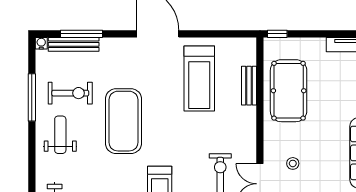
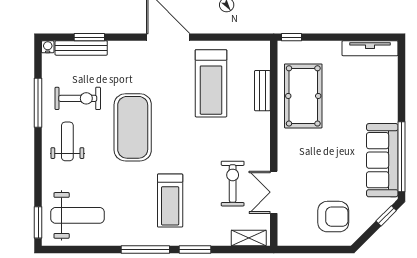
window: (82, 34) -> (89, 37), width x0.69
stool: (293, 163) -> (308, 171), removed

